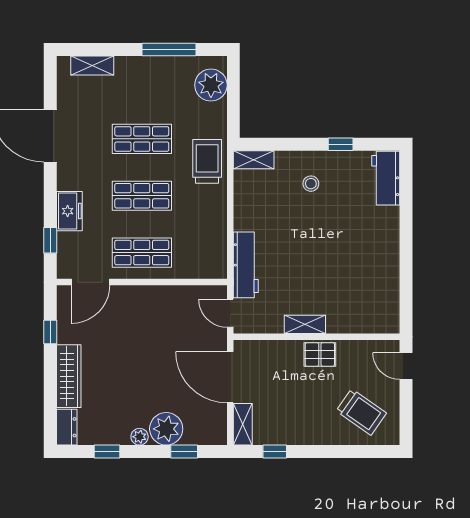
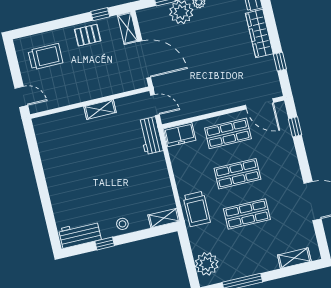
workbench: (386, 178) -> (80, 234), moved, turned -90
stool: (311, 184) -> (122, 224), moved
freezer: (69, 211) -> (180, 135), moved, turned -90
workbench: (246, 265) -> (150, 136), width x0.73
door: (91, 282) -> (259, 104), swing flipped
pallet: (320, 354) -> (88, 35), moved
trolley: (361, 412) -> (45, 57), turned 145

